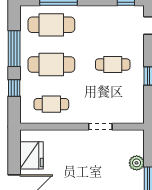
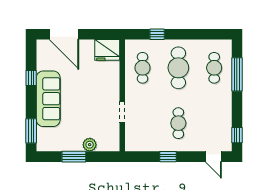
cafe table: (51, 25) -> (214, 68), width x0.73, depth x0.74
window: (14, 49) -> (193, 34), removed
fridge: (32, 155) -> (107, 50), moved

